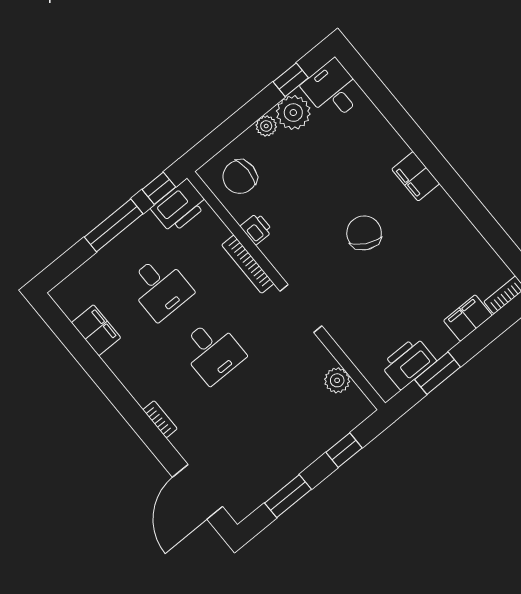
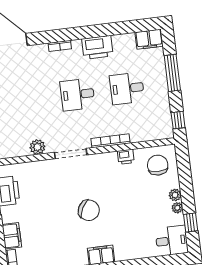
plant: (293, 113) -> (177, 208), width x0.53, depth x0.53
printer: (179, 206) -> (97, 47), moved, turned -90
window: (114, 225) -> (172, 73), moved
filing cabinet: (96, 330) -> (149, 39), moved
plant: (337, 380) -> (37, 147), moved

